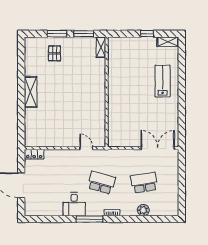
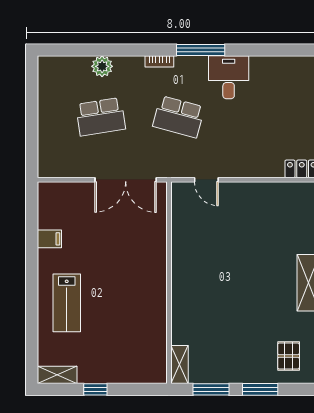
pallet: (55, 53) -> (289, 356), moved
filing cabinet: (172, 116) -> (49, 239), added
double door: (158, 148) -> (126, 180), moved

